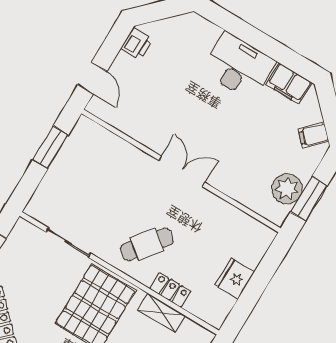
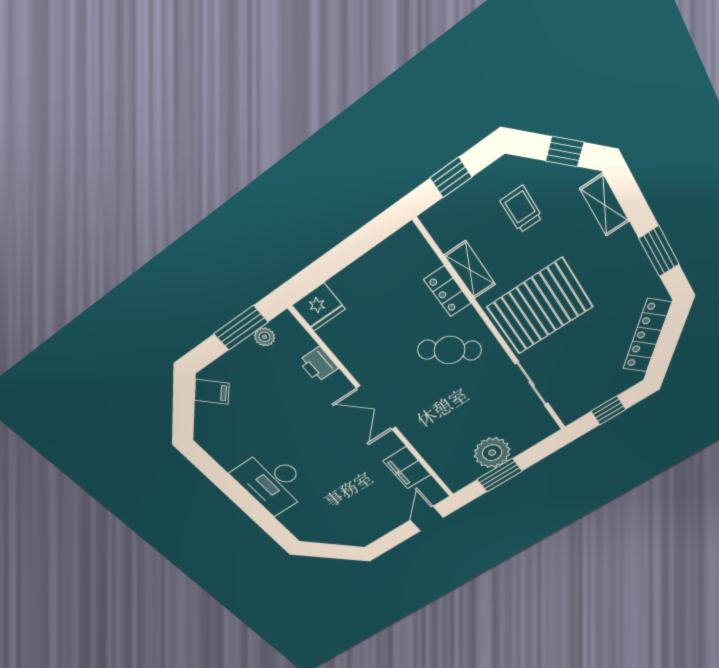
printer: (137, 44) -> (318, 364), moved, turned -90
filing cabinet: (289, 84) -> (407, 468), moved, turned 180
plant: (68, 167) -> (492, 453), added
plant: (287, 189) -> (265, 337), width x0.53, depth x0.53
fridge: (235, 278) -> (319, 307), moved

